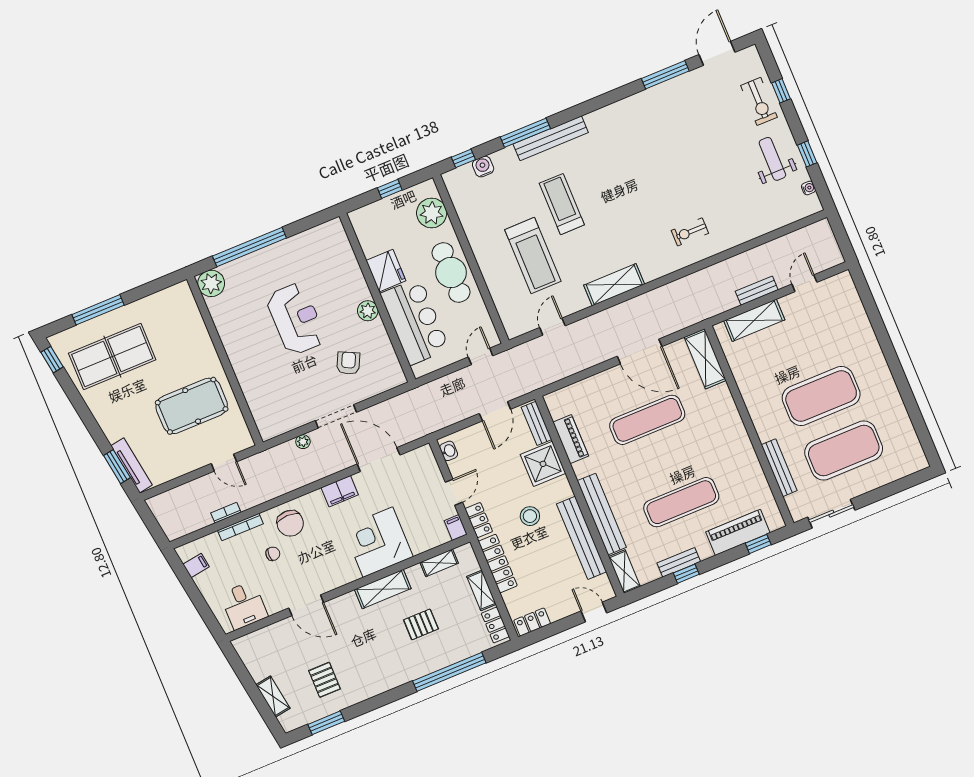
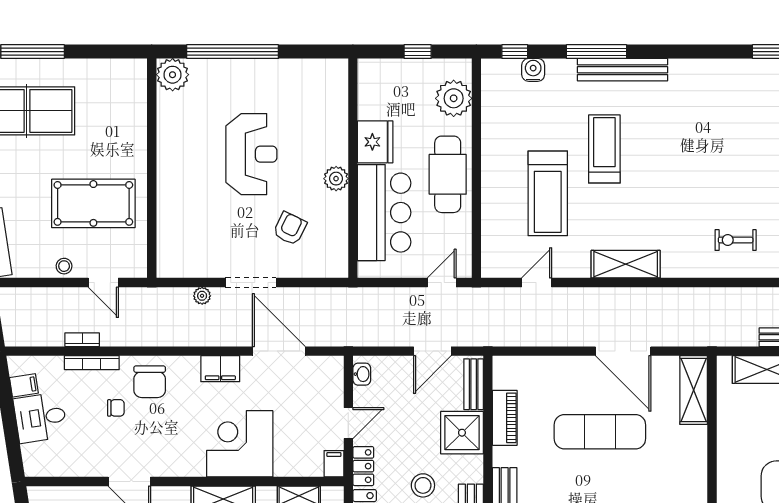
stool: (189, 462) -> (64, 266), added
desk: (244, 605) -> (40, 418), moved, turned 81

